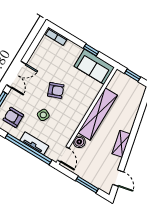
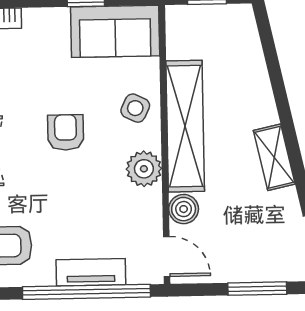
armchair: (56, 90) -> (66, 132), turned -69
side table: (43, 115) -> (135, 108), moved
plant: (74, 120) -> (144, 169), added

